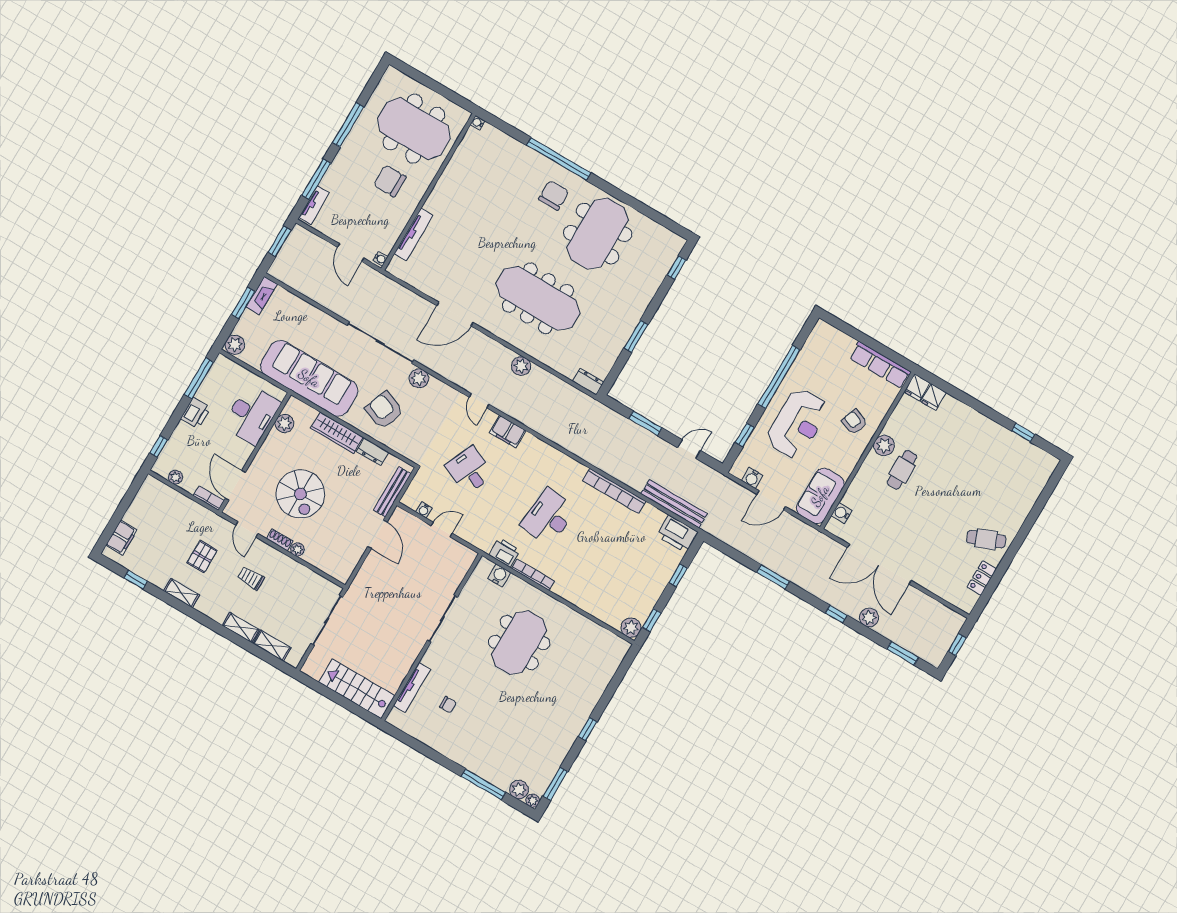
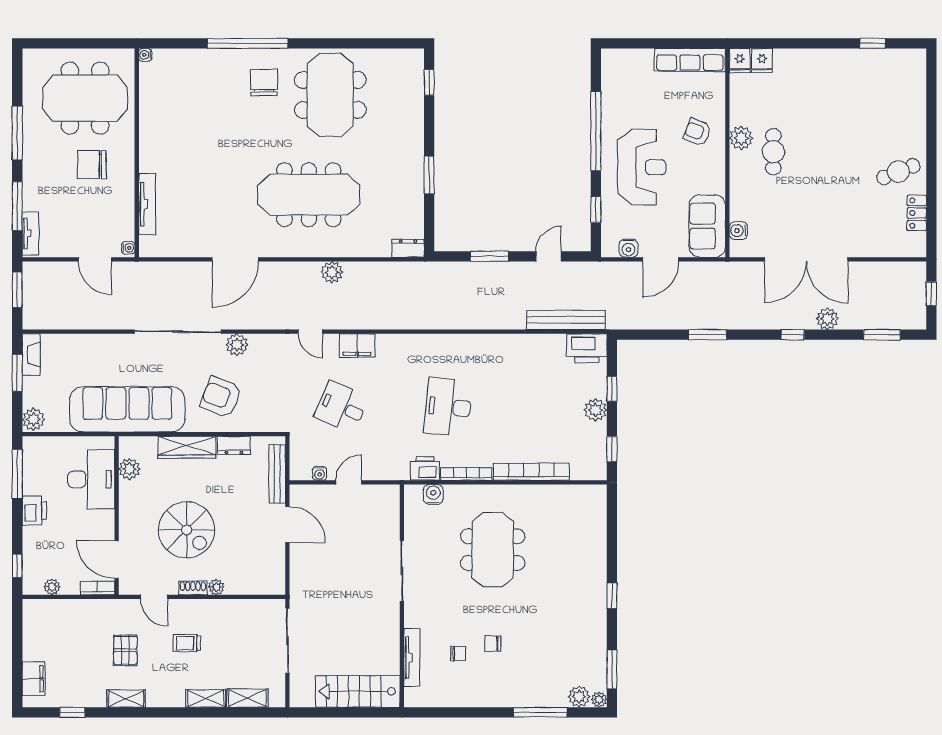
bookcase: (614, 491) -> (531, 472), moved, turned 180
plant: (631, 628) -> (595, 410), moved
chair: (478, 712) -> (493, 644), added

